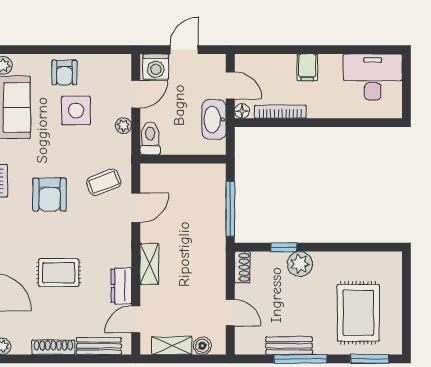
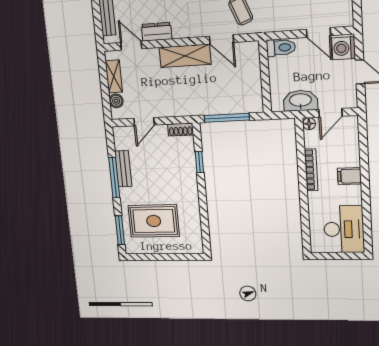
bookcase: (280, 112) -> (311, 170), moved
plant: (123, 126) -> (290, 24), removed
shelving: (149, 264) -> (185, 56), width x1.50, depth x1.33
plant: (300, 264) -> (187, 175), removed

